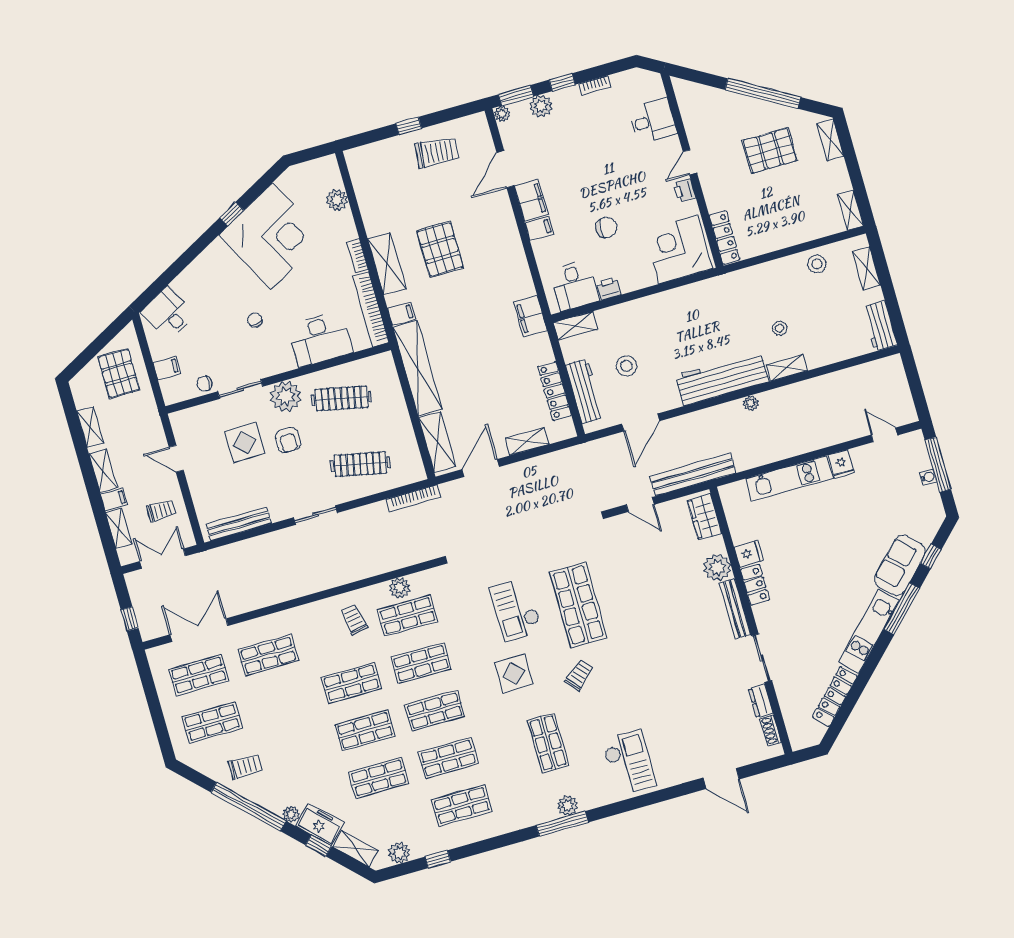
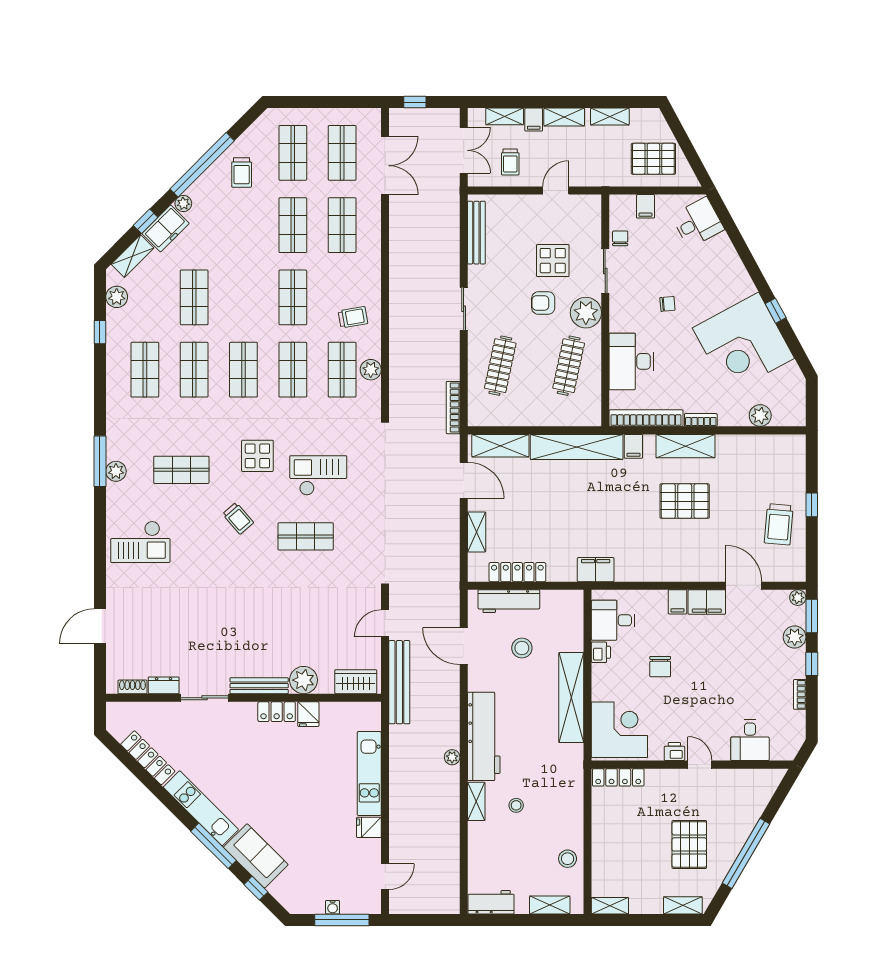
shelving: (576, 326) -> (571, 698), moved, width x2.20, depth x1.33
shop shelf: (578, 605) -> (306, 536), width x0.70, depth x0.74
shop shelf: (365, 730) -> (293, 225), moved

